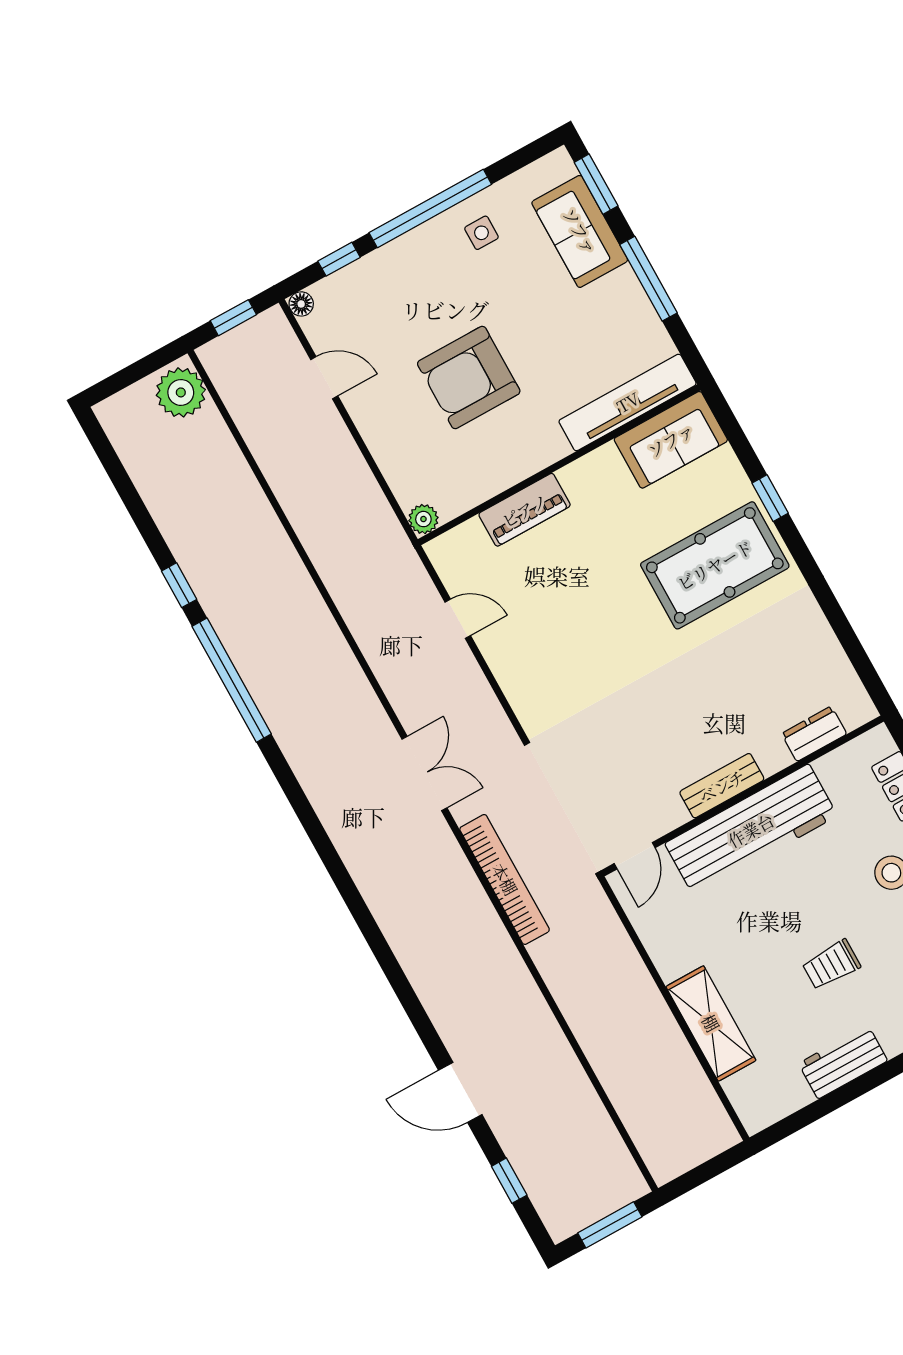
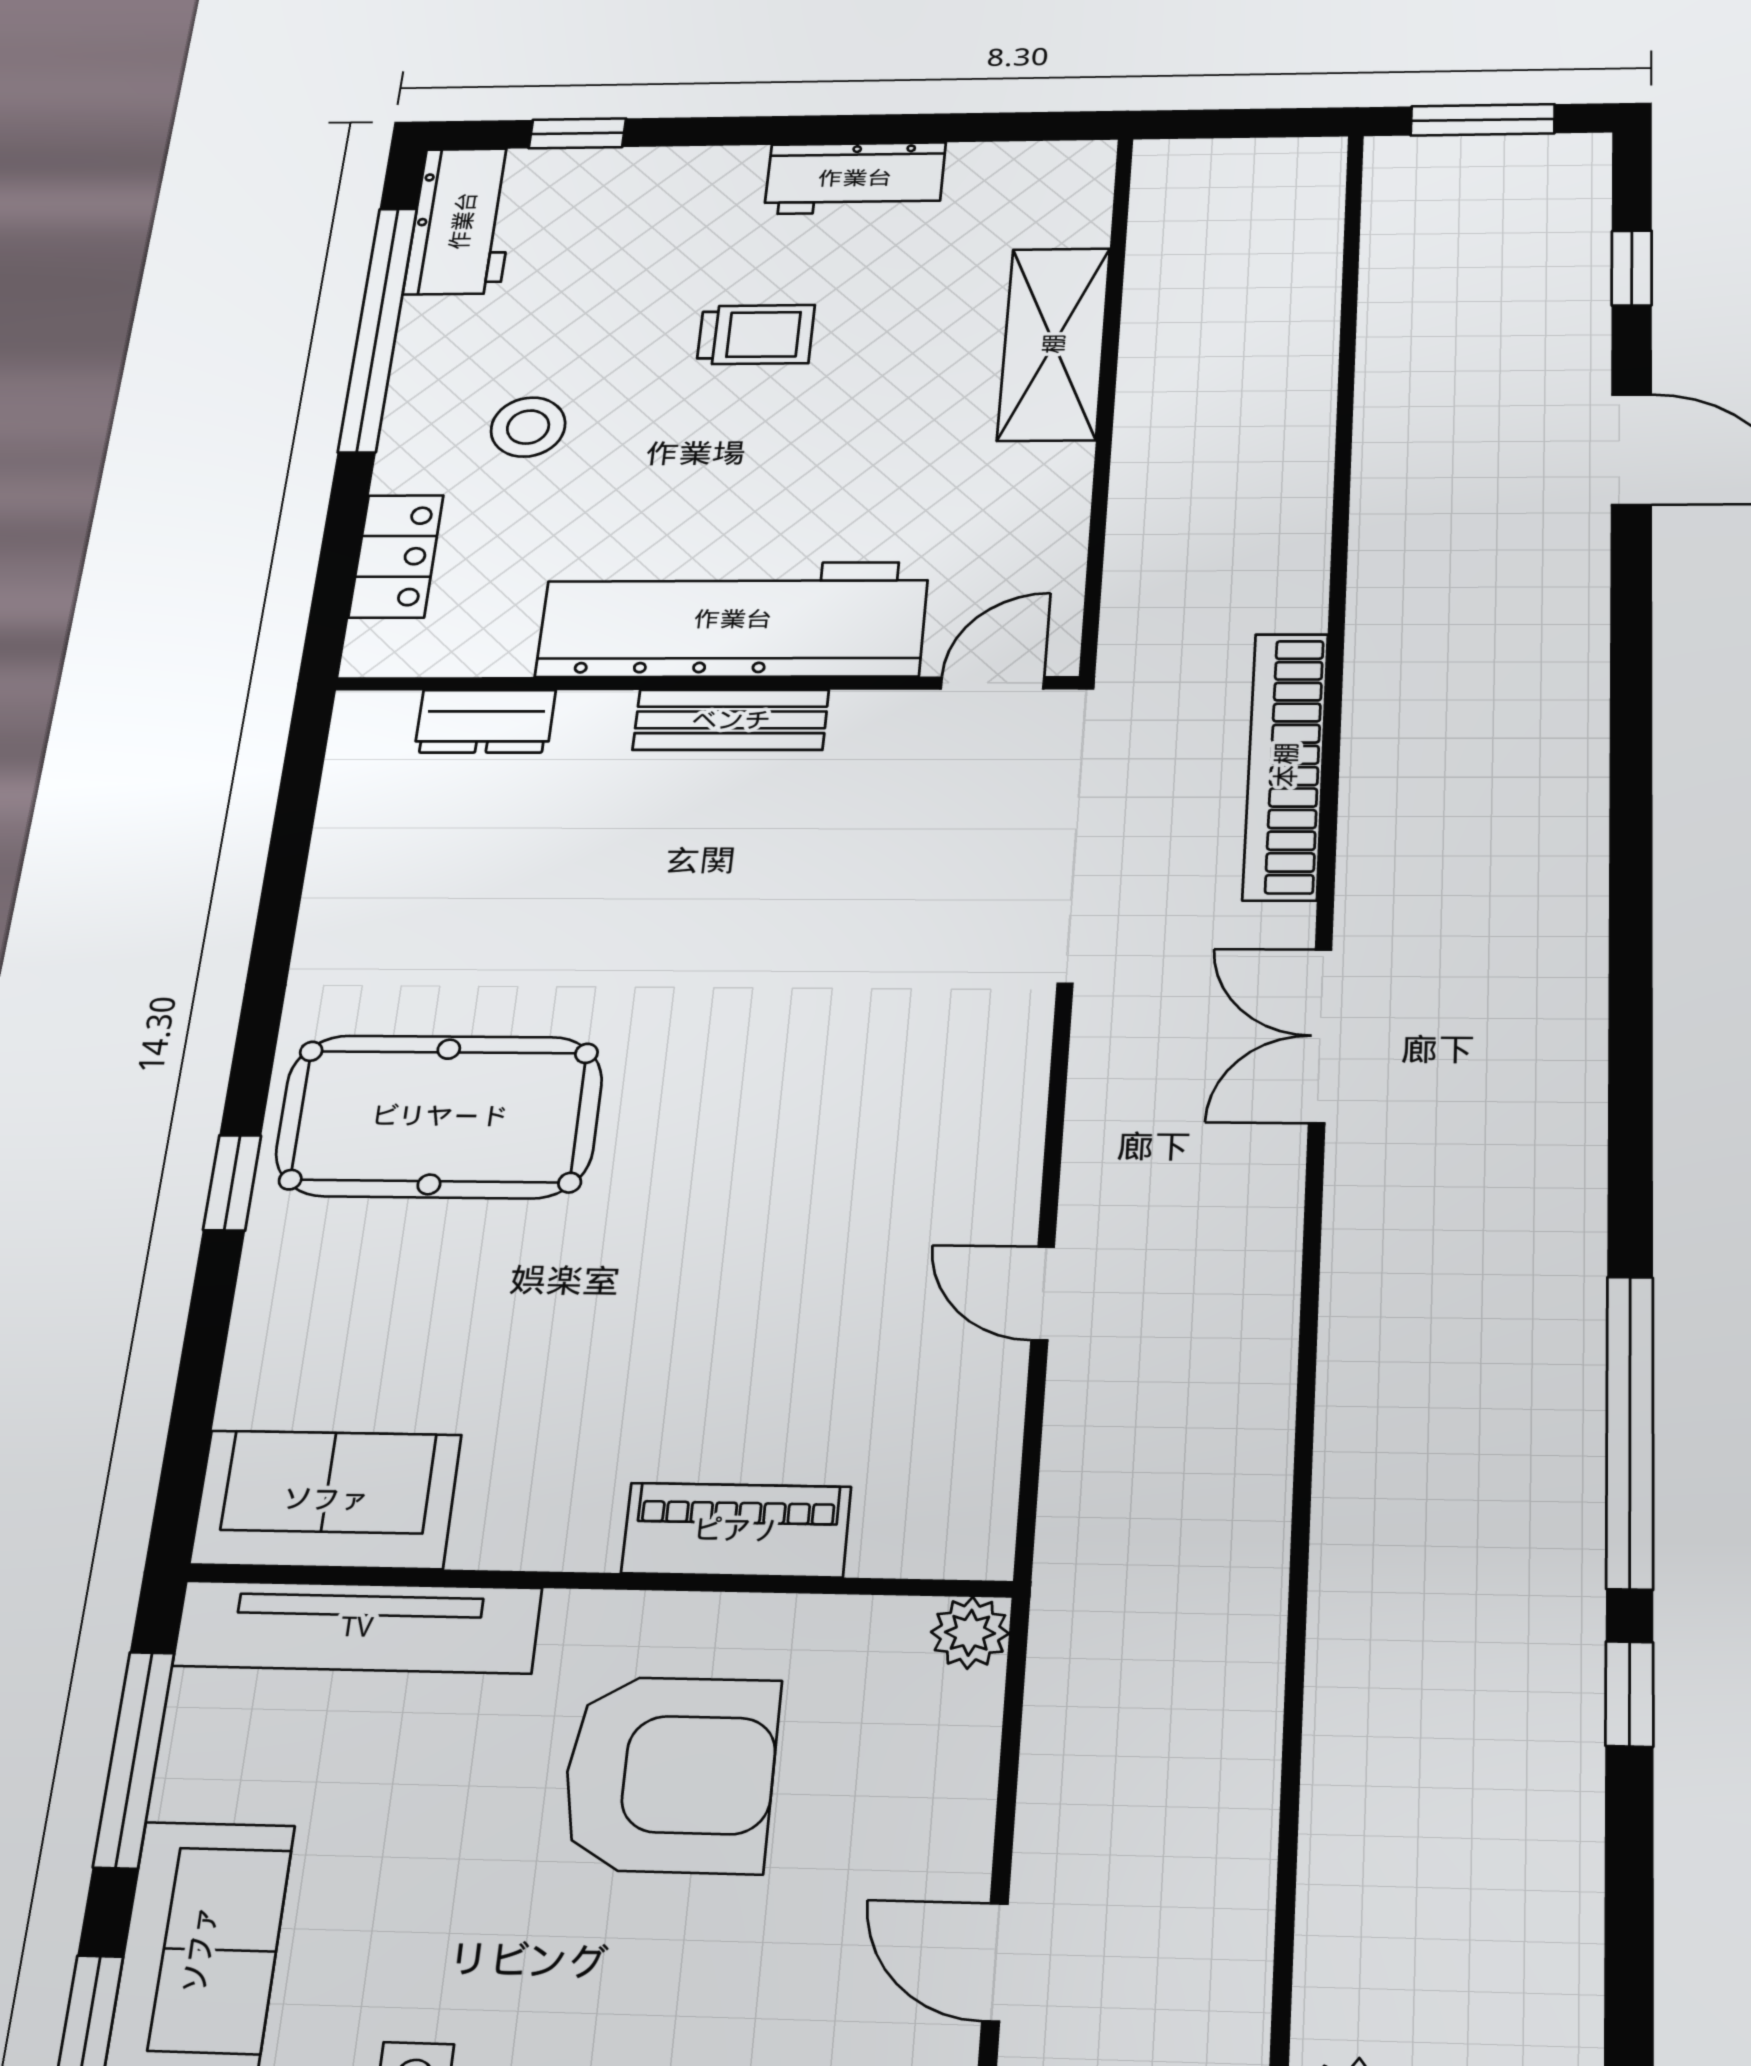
tv unit: (628, 402) -> (357, 1627), moved
sofa: (671, 440) -> (326, 1499), moved
wall: (559, 465) -> (596, 1581), moved
piano: (525, 510) -> (736, 1530), moved
plant: (423, 519) -> (970, 1633), moved

